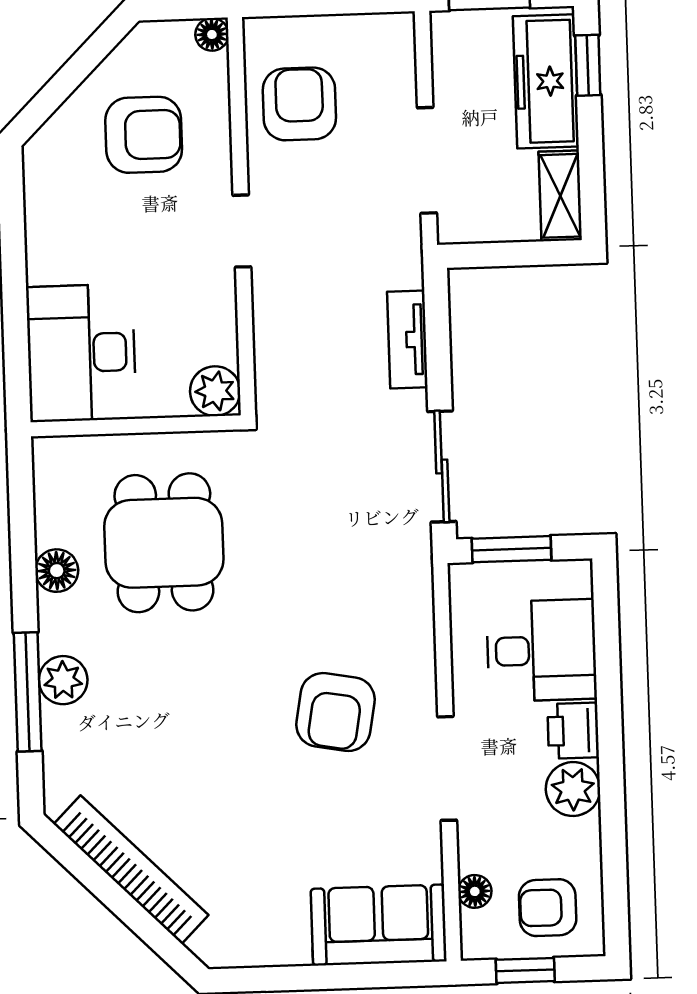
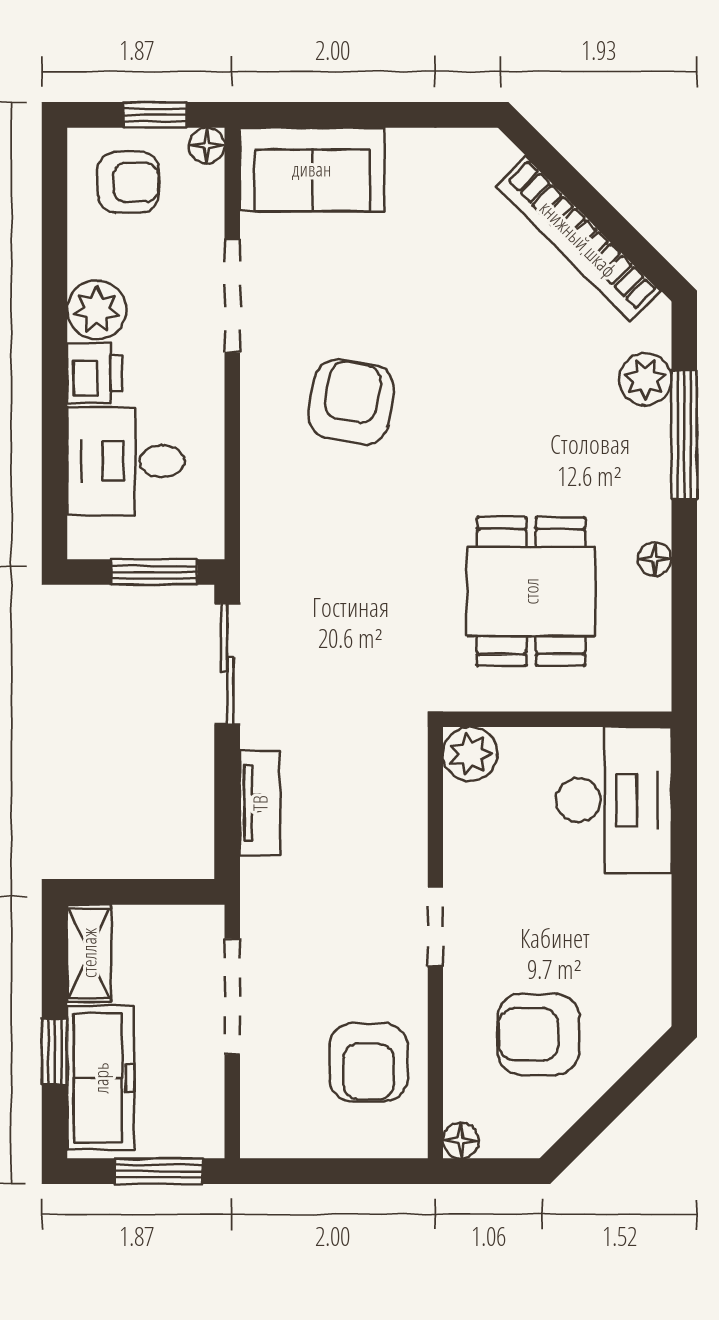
window: (588, 65) -> (55, 1051), moved
floor lamp: (57, 571) -> (655, 559), width x0.73, depth x0.73
plant: (63, 680) -> (645, 379), moved
doorway: (447, 768) -> (232, 296), moved
floor lamp: (475, 891) -> (207, 146), moved

